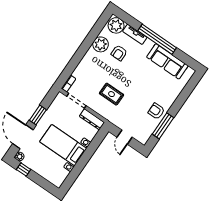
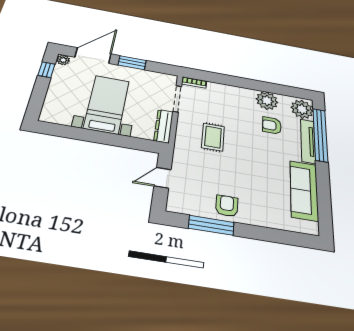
tv unit: (135, 34) -> (308, 141), width x1.41
window: (157, 39) -> (320, 135), moved

